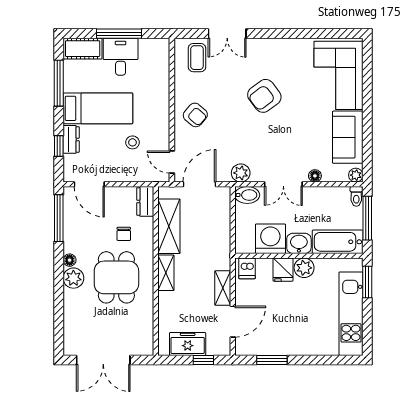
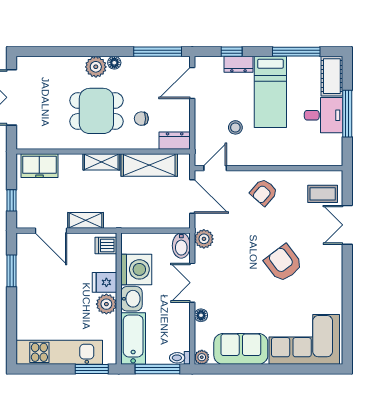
freezer: (188, 344) -> (39, 166), moved, turned 90

